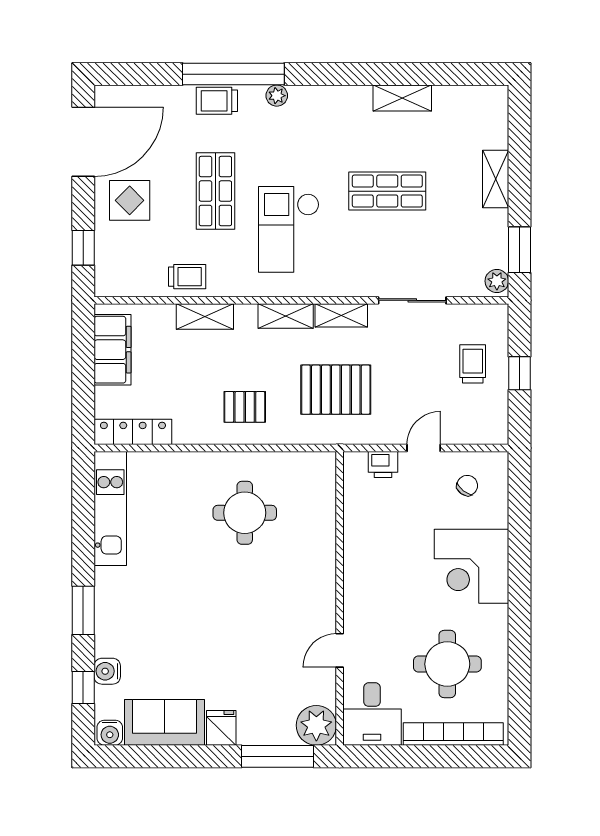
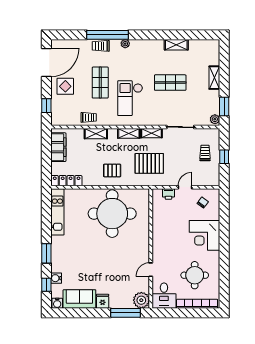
round table: (245, 513) -> (112, 214), width x1.86, depth x1.86

